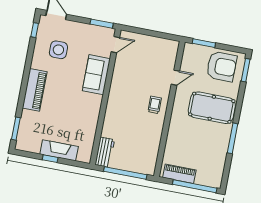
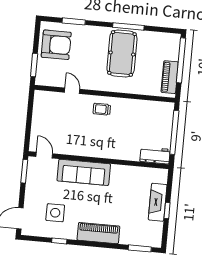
window: (35, 30) -> (59, 241), moved
armchair: (222, 66) -> (56, 45), turned 90
window: (246, 70) -> (74, 21), moved
sofa: (96, 75) -> (84, 172), width x1.36
pool table: (212, 108) -> (122, 53), moved

